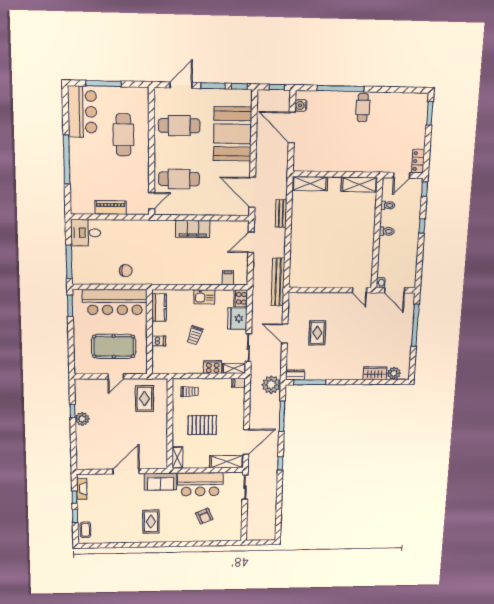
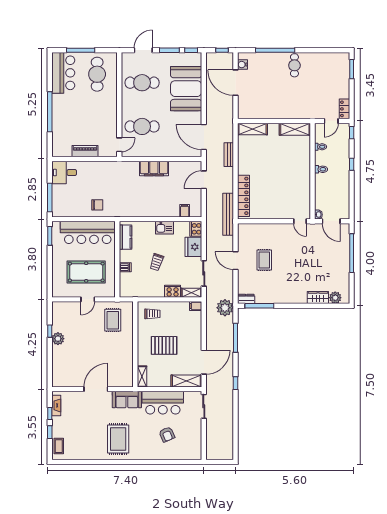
cafe table: (123, 135) -> (97, 74), moved
locker: (296, 261) -> (243, 196), added
rug: (151, 522) -> (118, 439), width x1.36, depth x1.43

